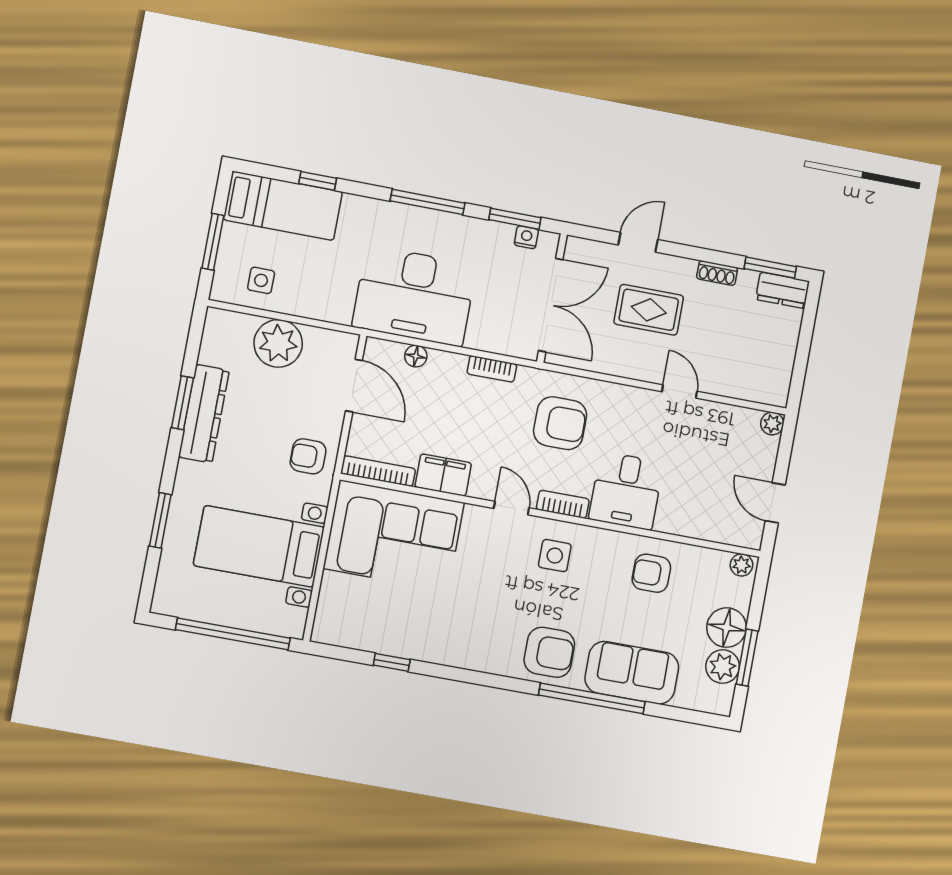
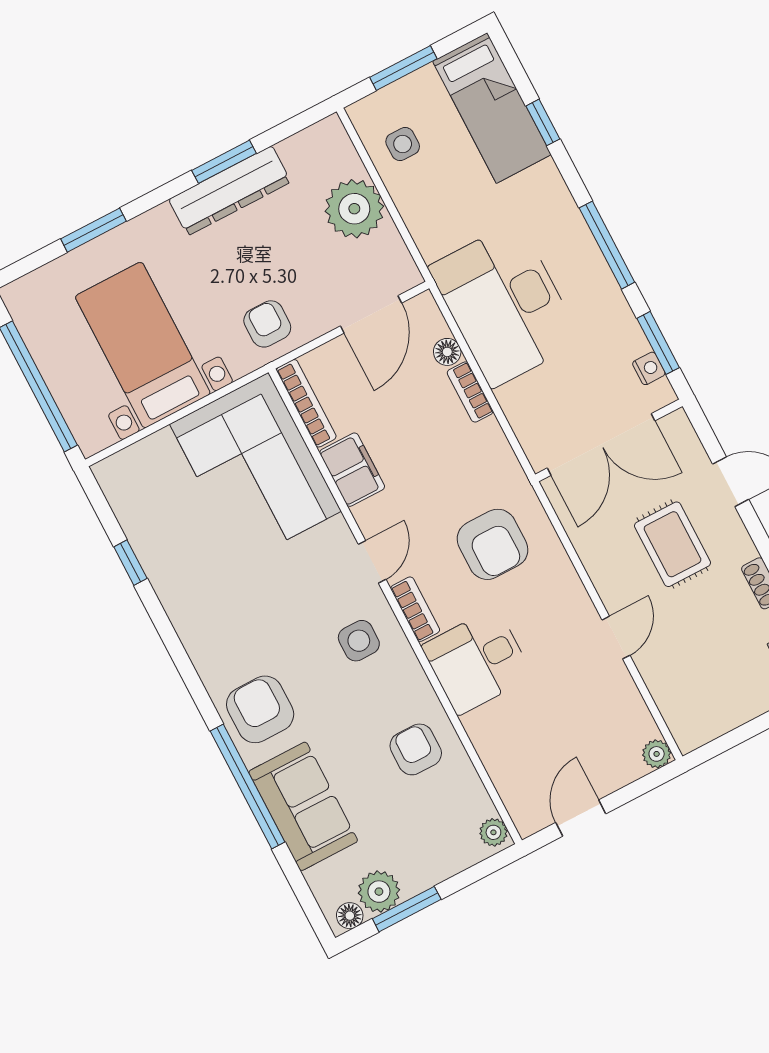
bookcase: (492, 369) -> (470, 392), moved
floor lamp: (727, 628) -> (350, 916), moved, width x0.53, depth x0.53
armchair: (549, 652) -> (260, 709), turned 180

